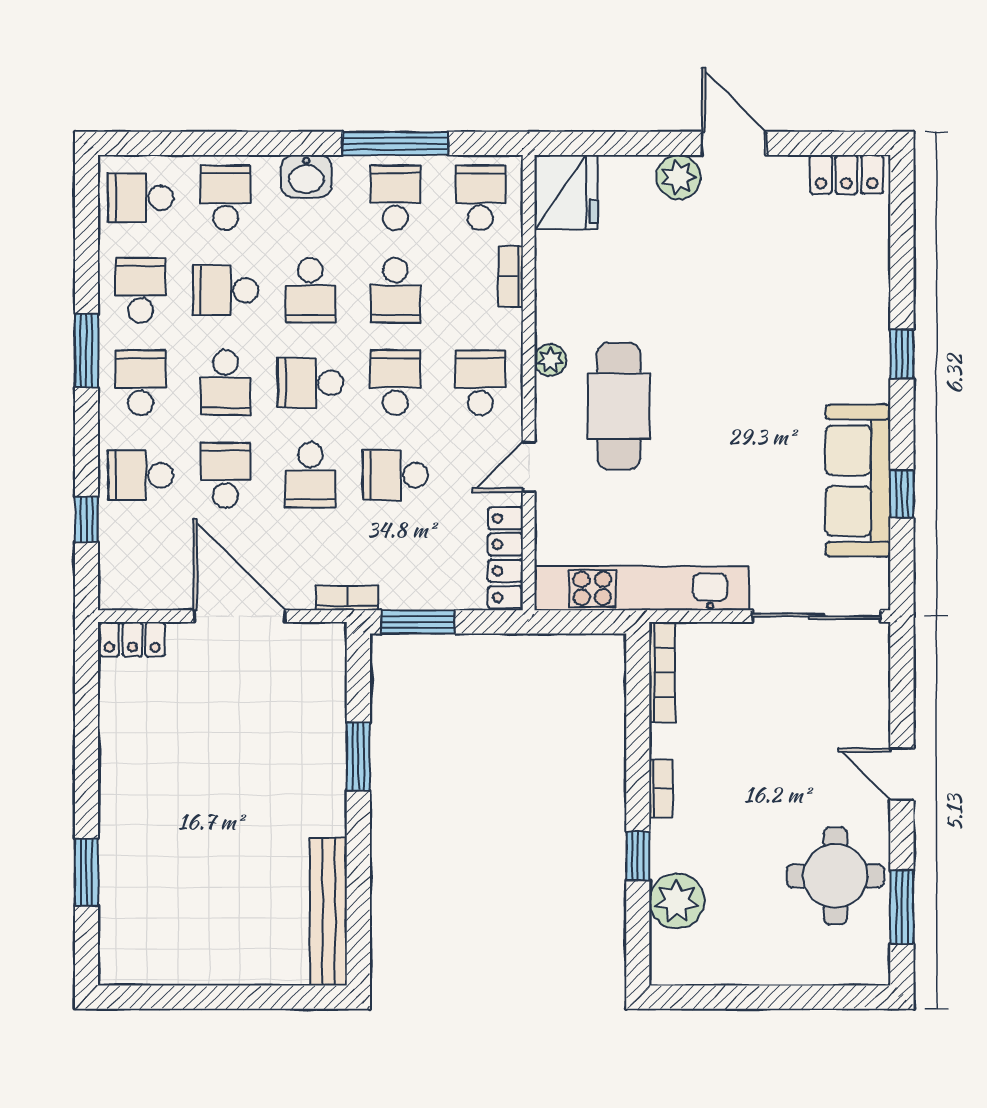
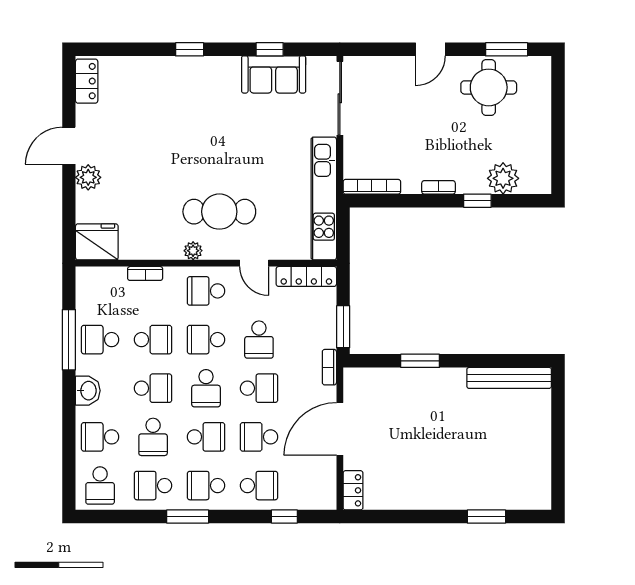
school desk: (480, 198) -> (100, 291), removed
school desk: (141, 475) -> (259, 486), turned -90
sofa: (858, 481) -> (274, 74), width x0.73

